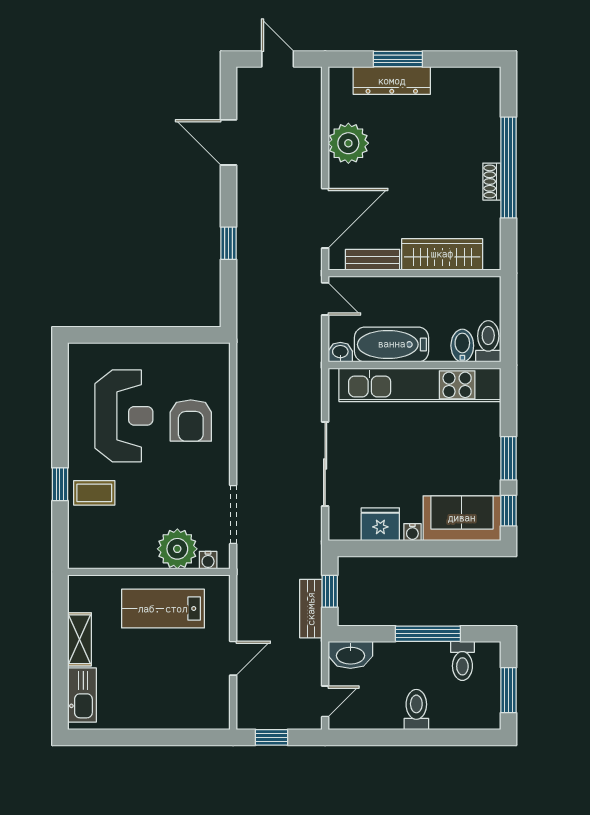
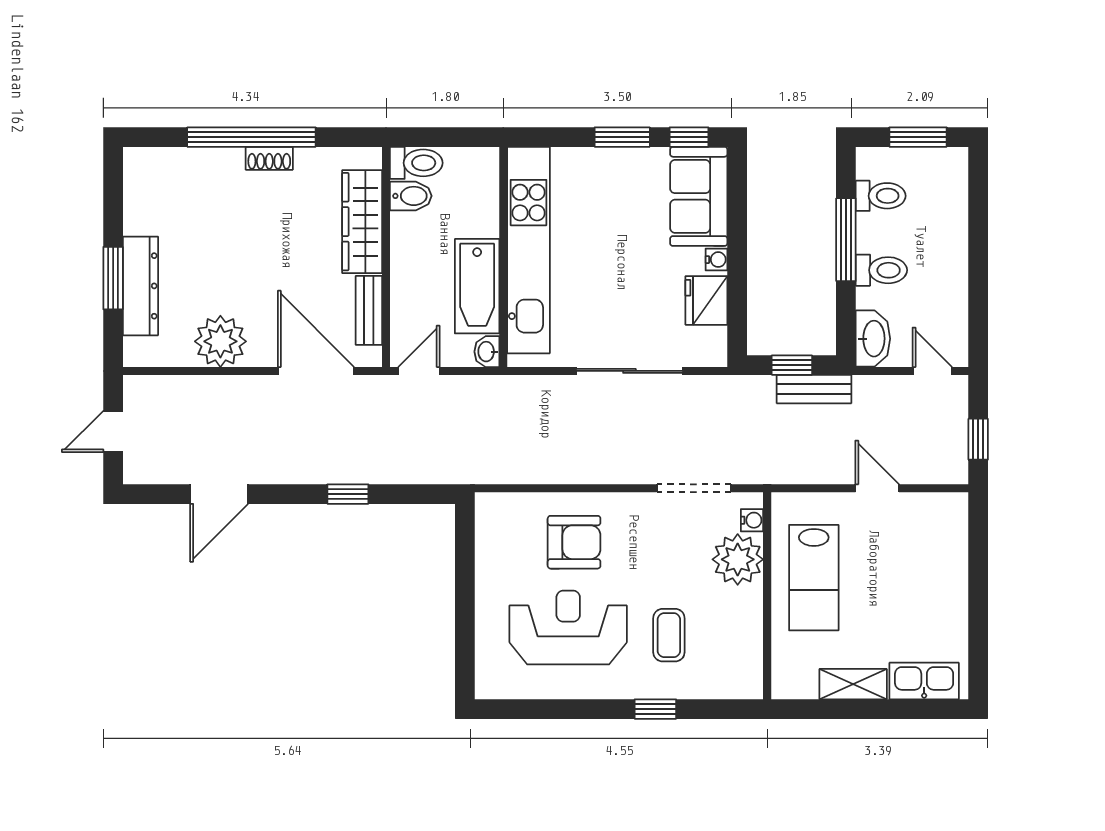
toilet: (488, 341) -> (416, 163), moved, turned 180
bidet: (462, 346) -> (411, 196), moved, turned 180
coffee table: (94, 493) -> (669, 635), moved
toilet: (416, 710) -> (881, 270), moved, turned 180

